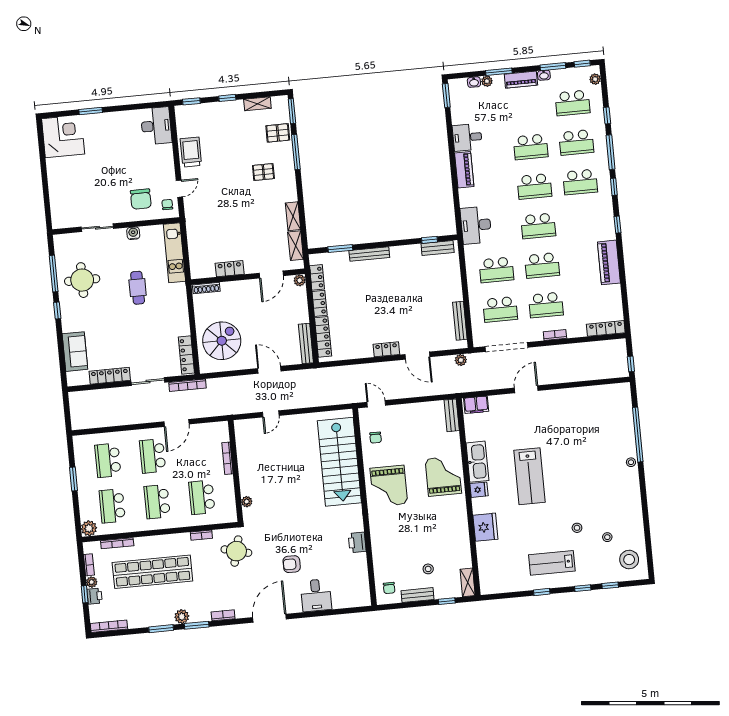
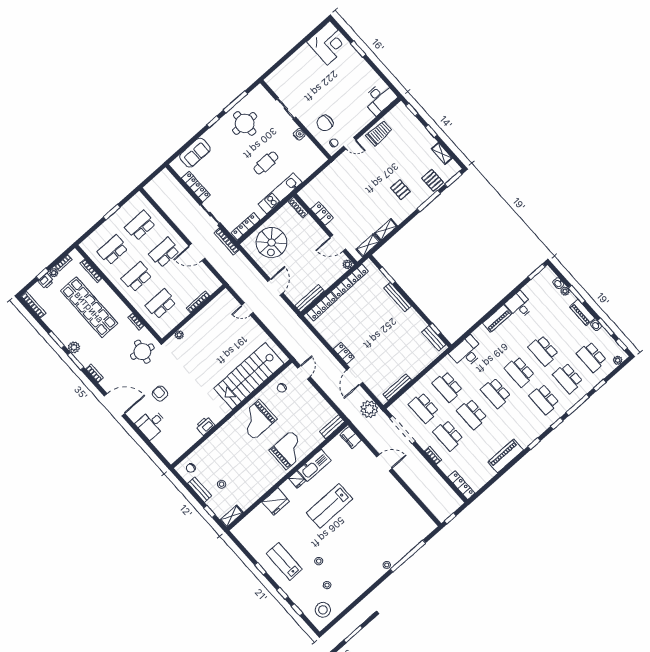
kitchen unit: (174, 253) -> (280, 193), moved
spiral stairs: (222, 341) -> (271, 243), turned 90
plant: (461, 360) -> (369, 409), width x1.88, depth x1.88
plant: (89, 528) -> (87, 245), removed

